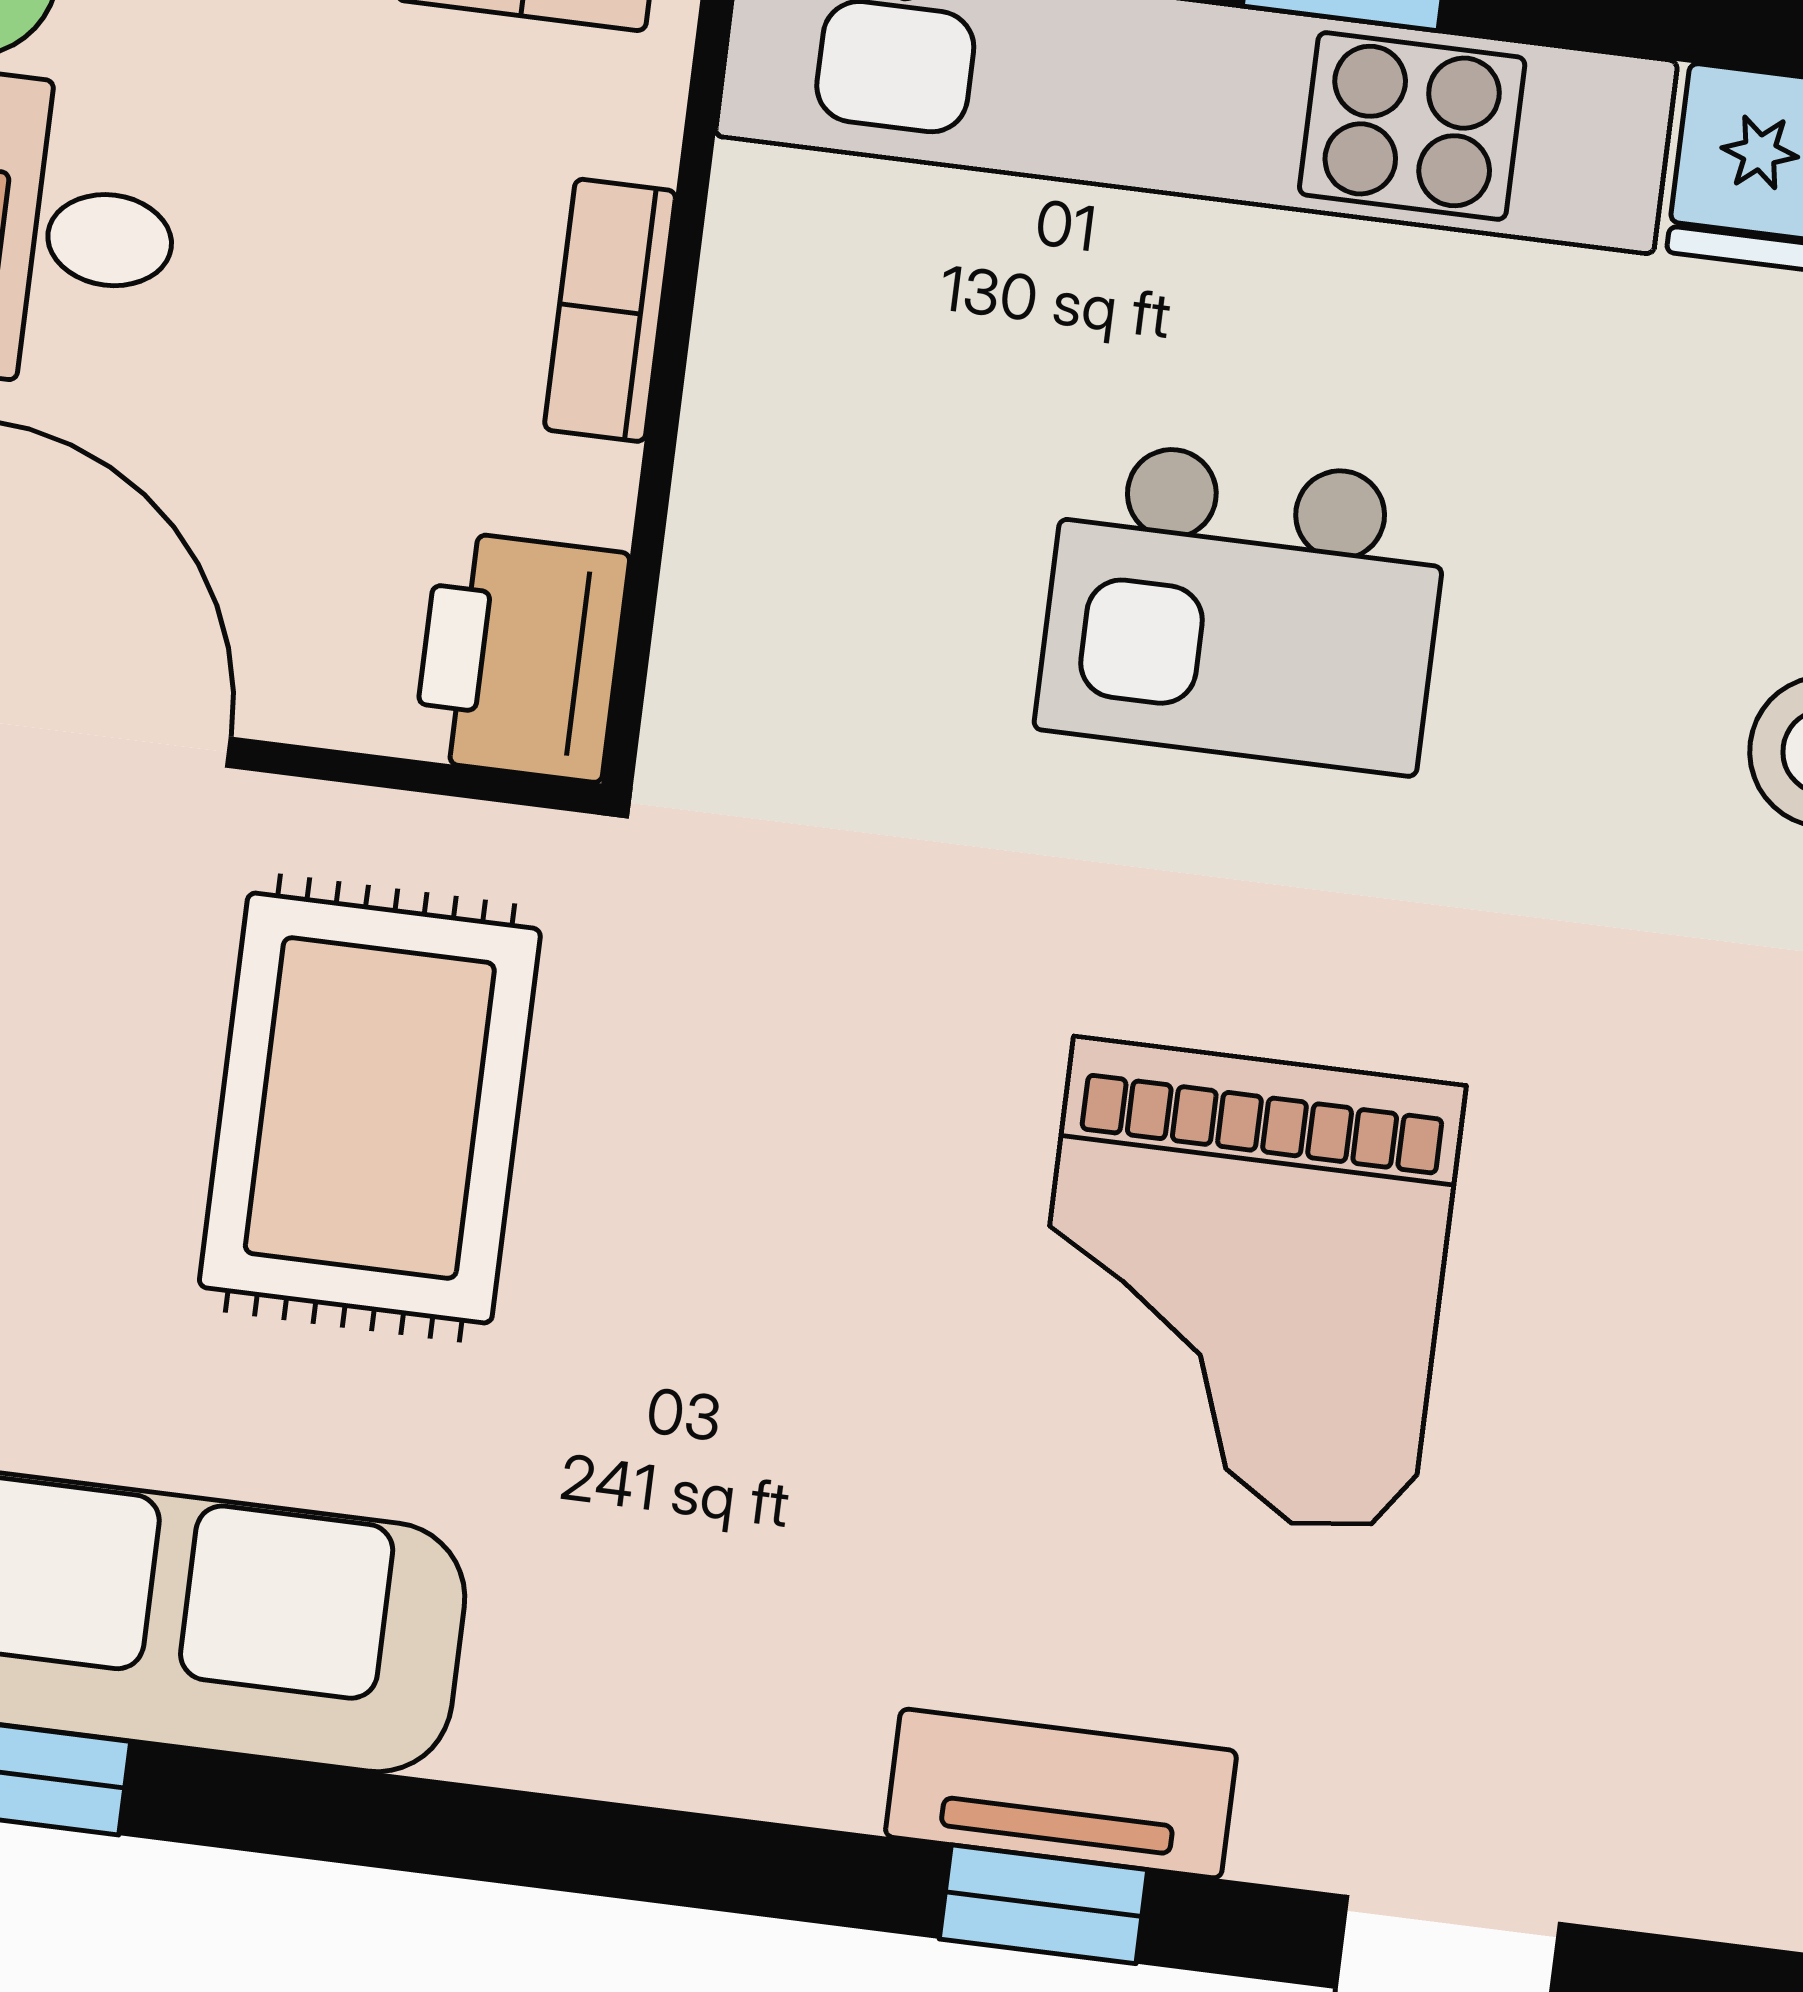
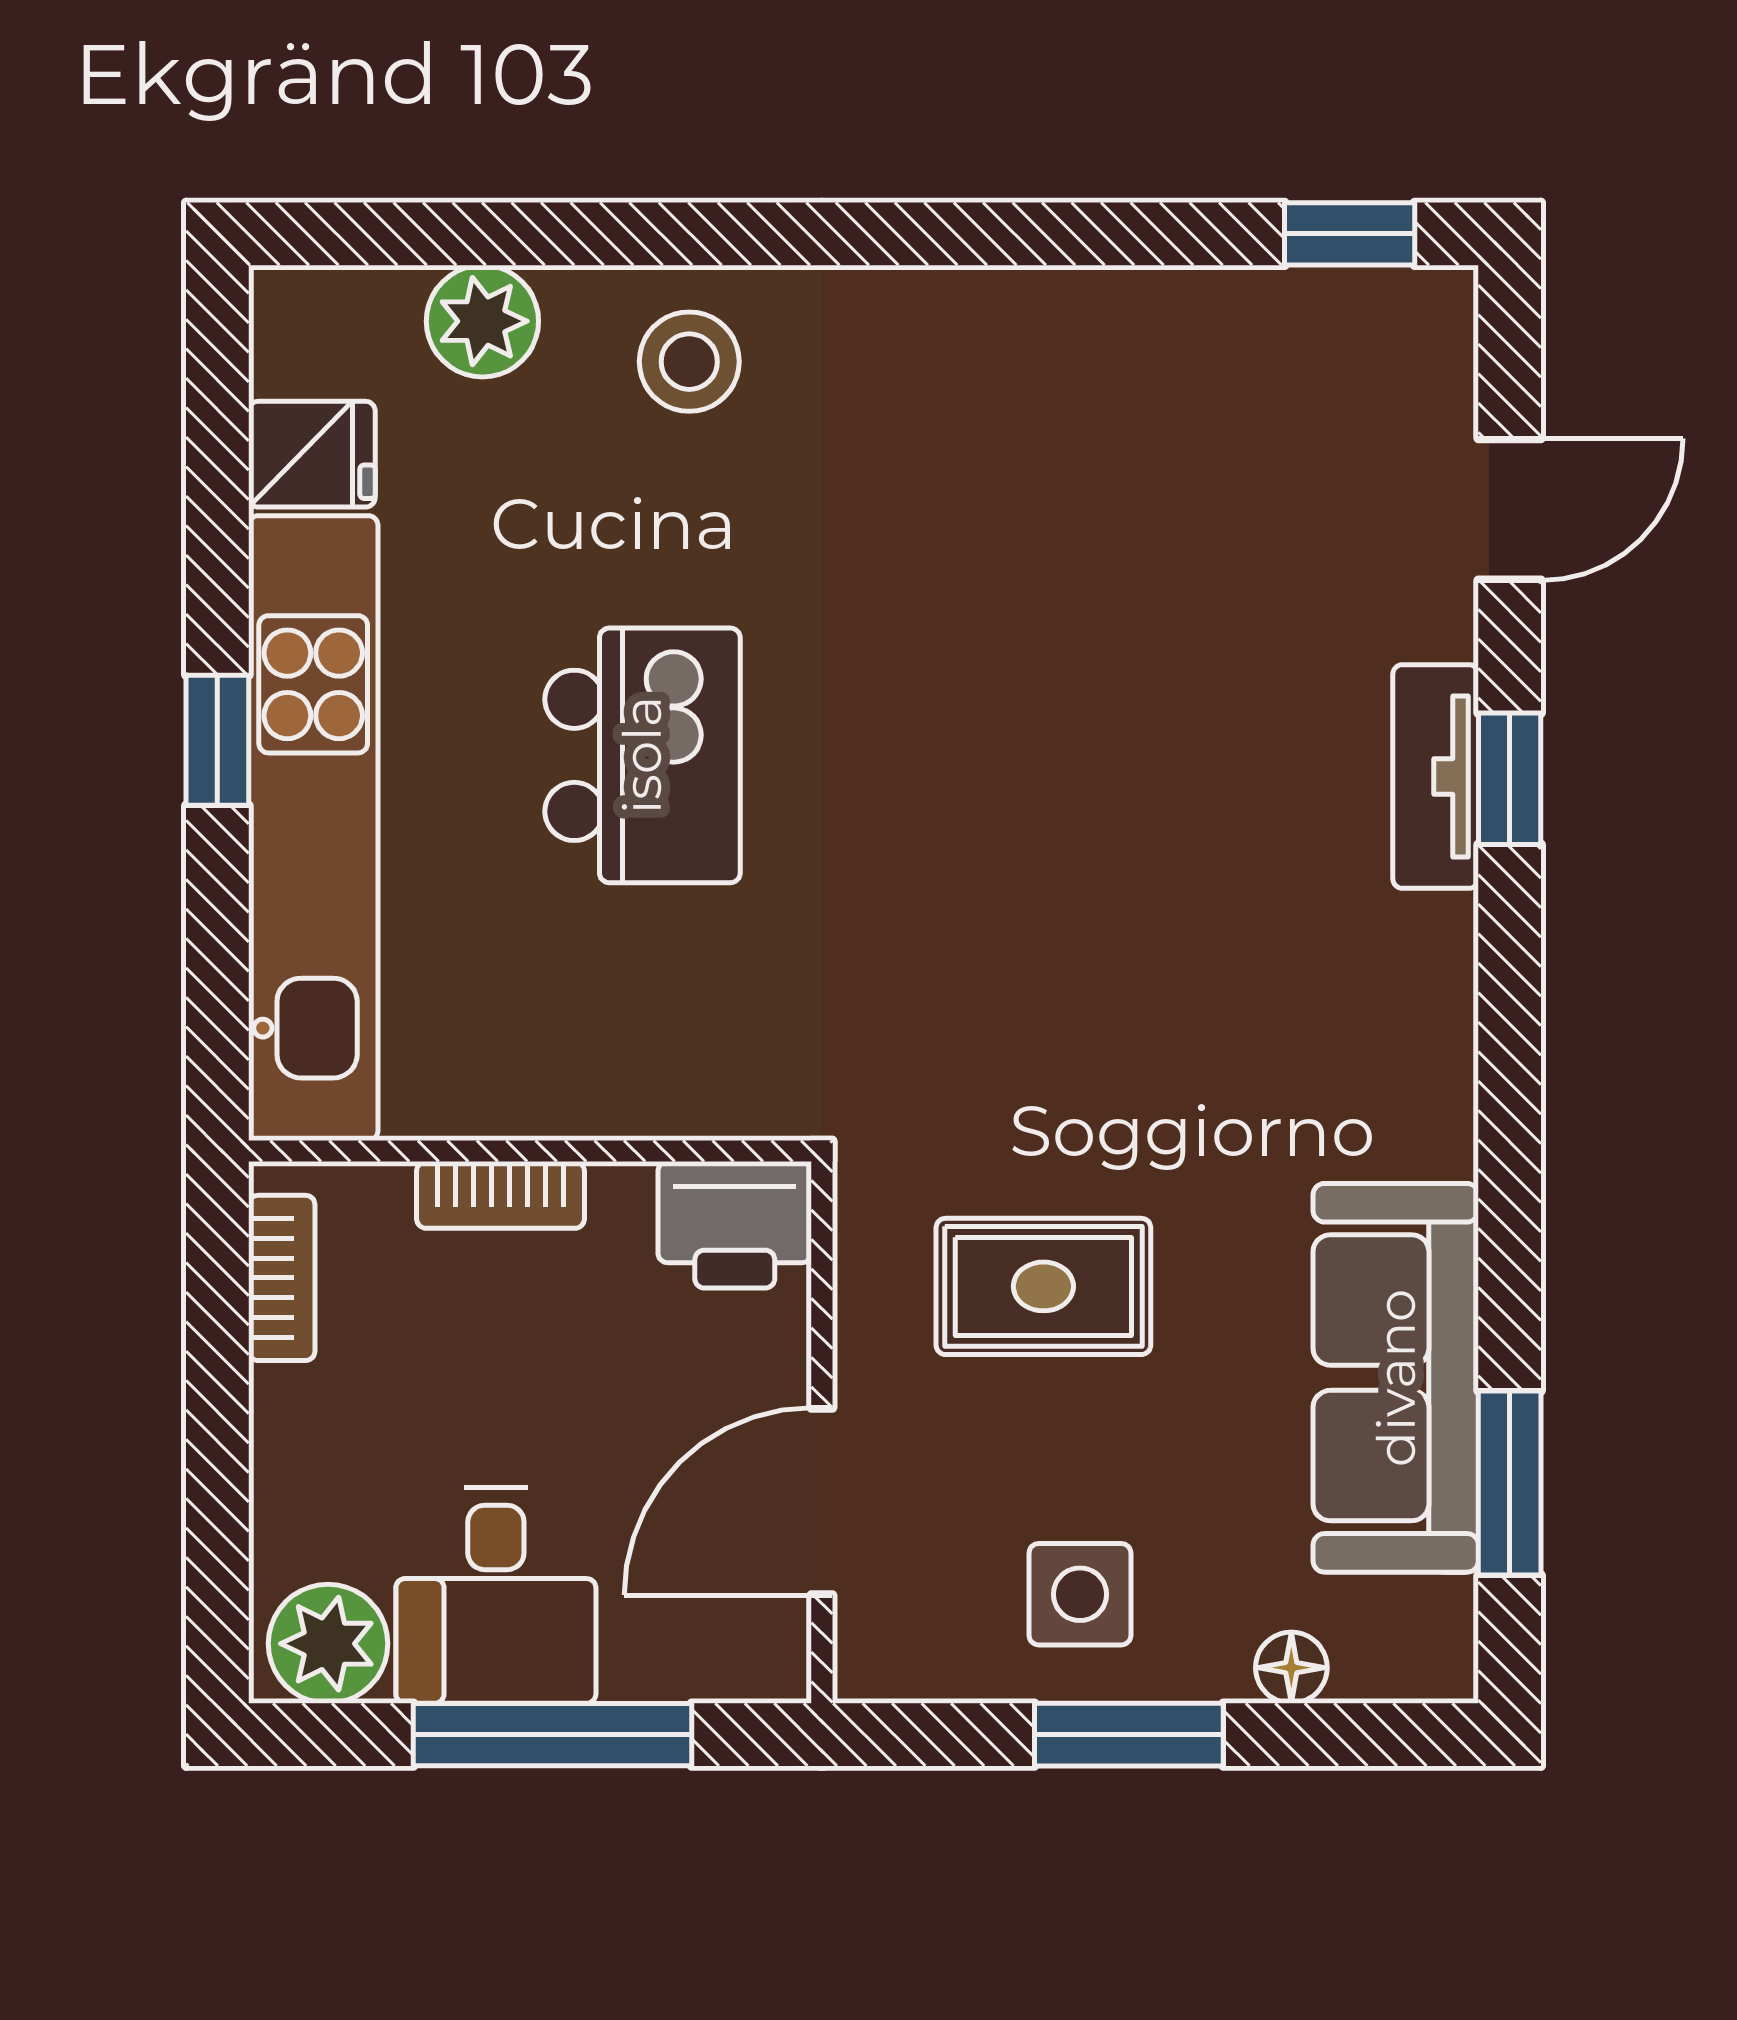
rug: (370, 1108) -> (1043, 1286), width x0.73, depth x0.70
grand piano: (1241, 1287) -> (1089, 700), removed

